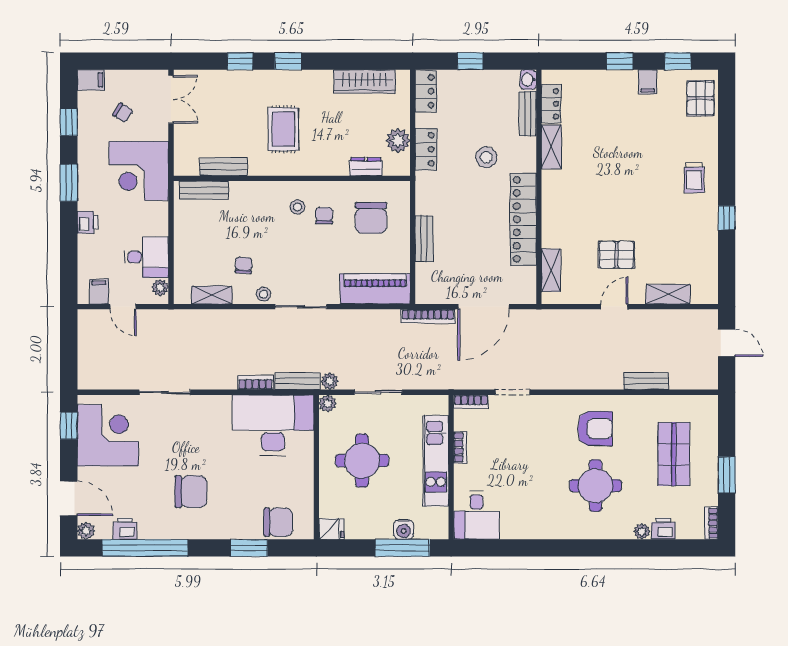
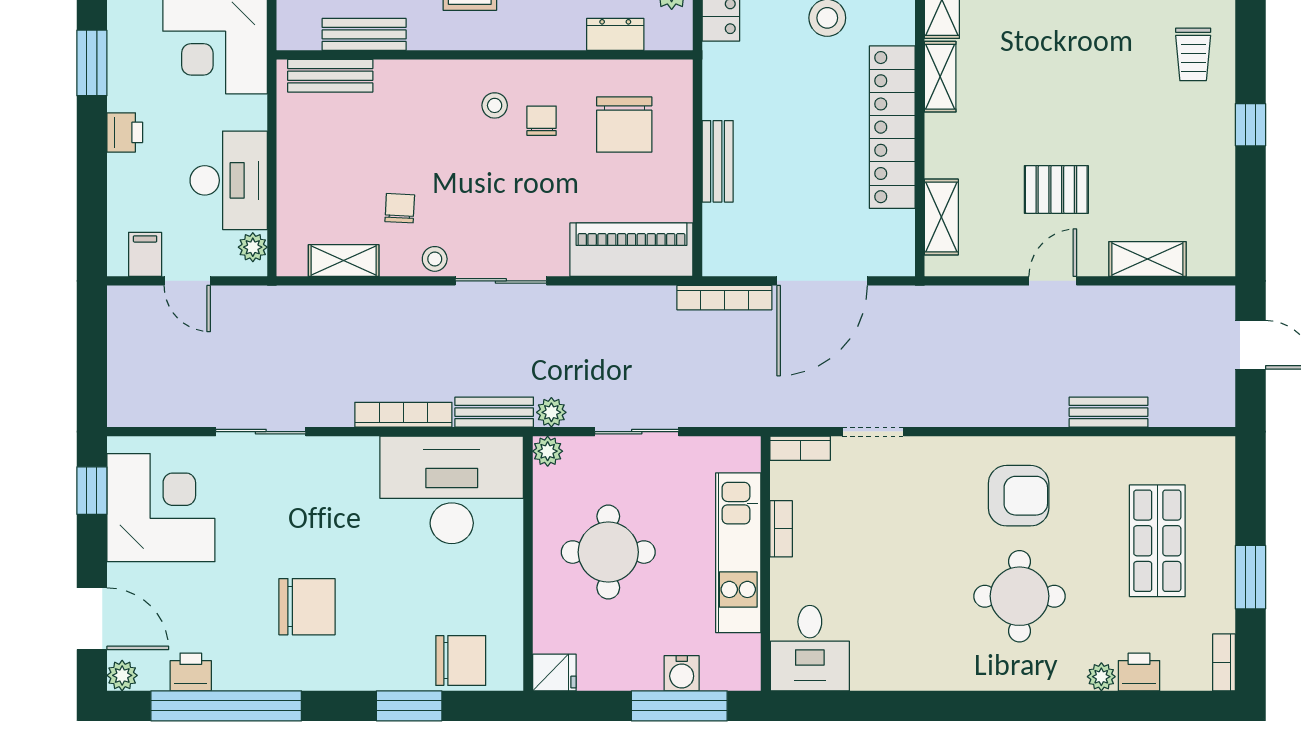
shelving: (550, 191) -> (940, 77), added
desk: (146, 257) -> (229, 180), width x1.37
bookcase: (256, 383) -> (403, 415), width x1.56

